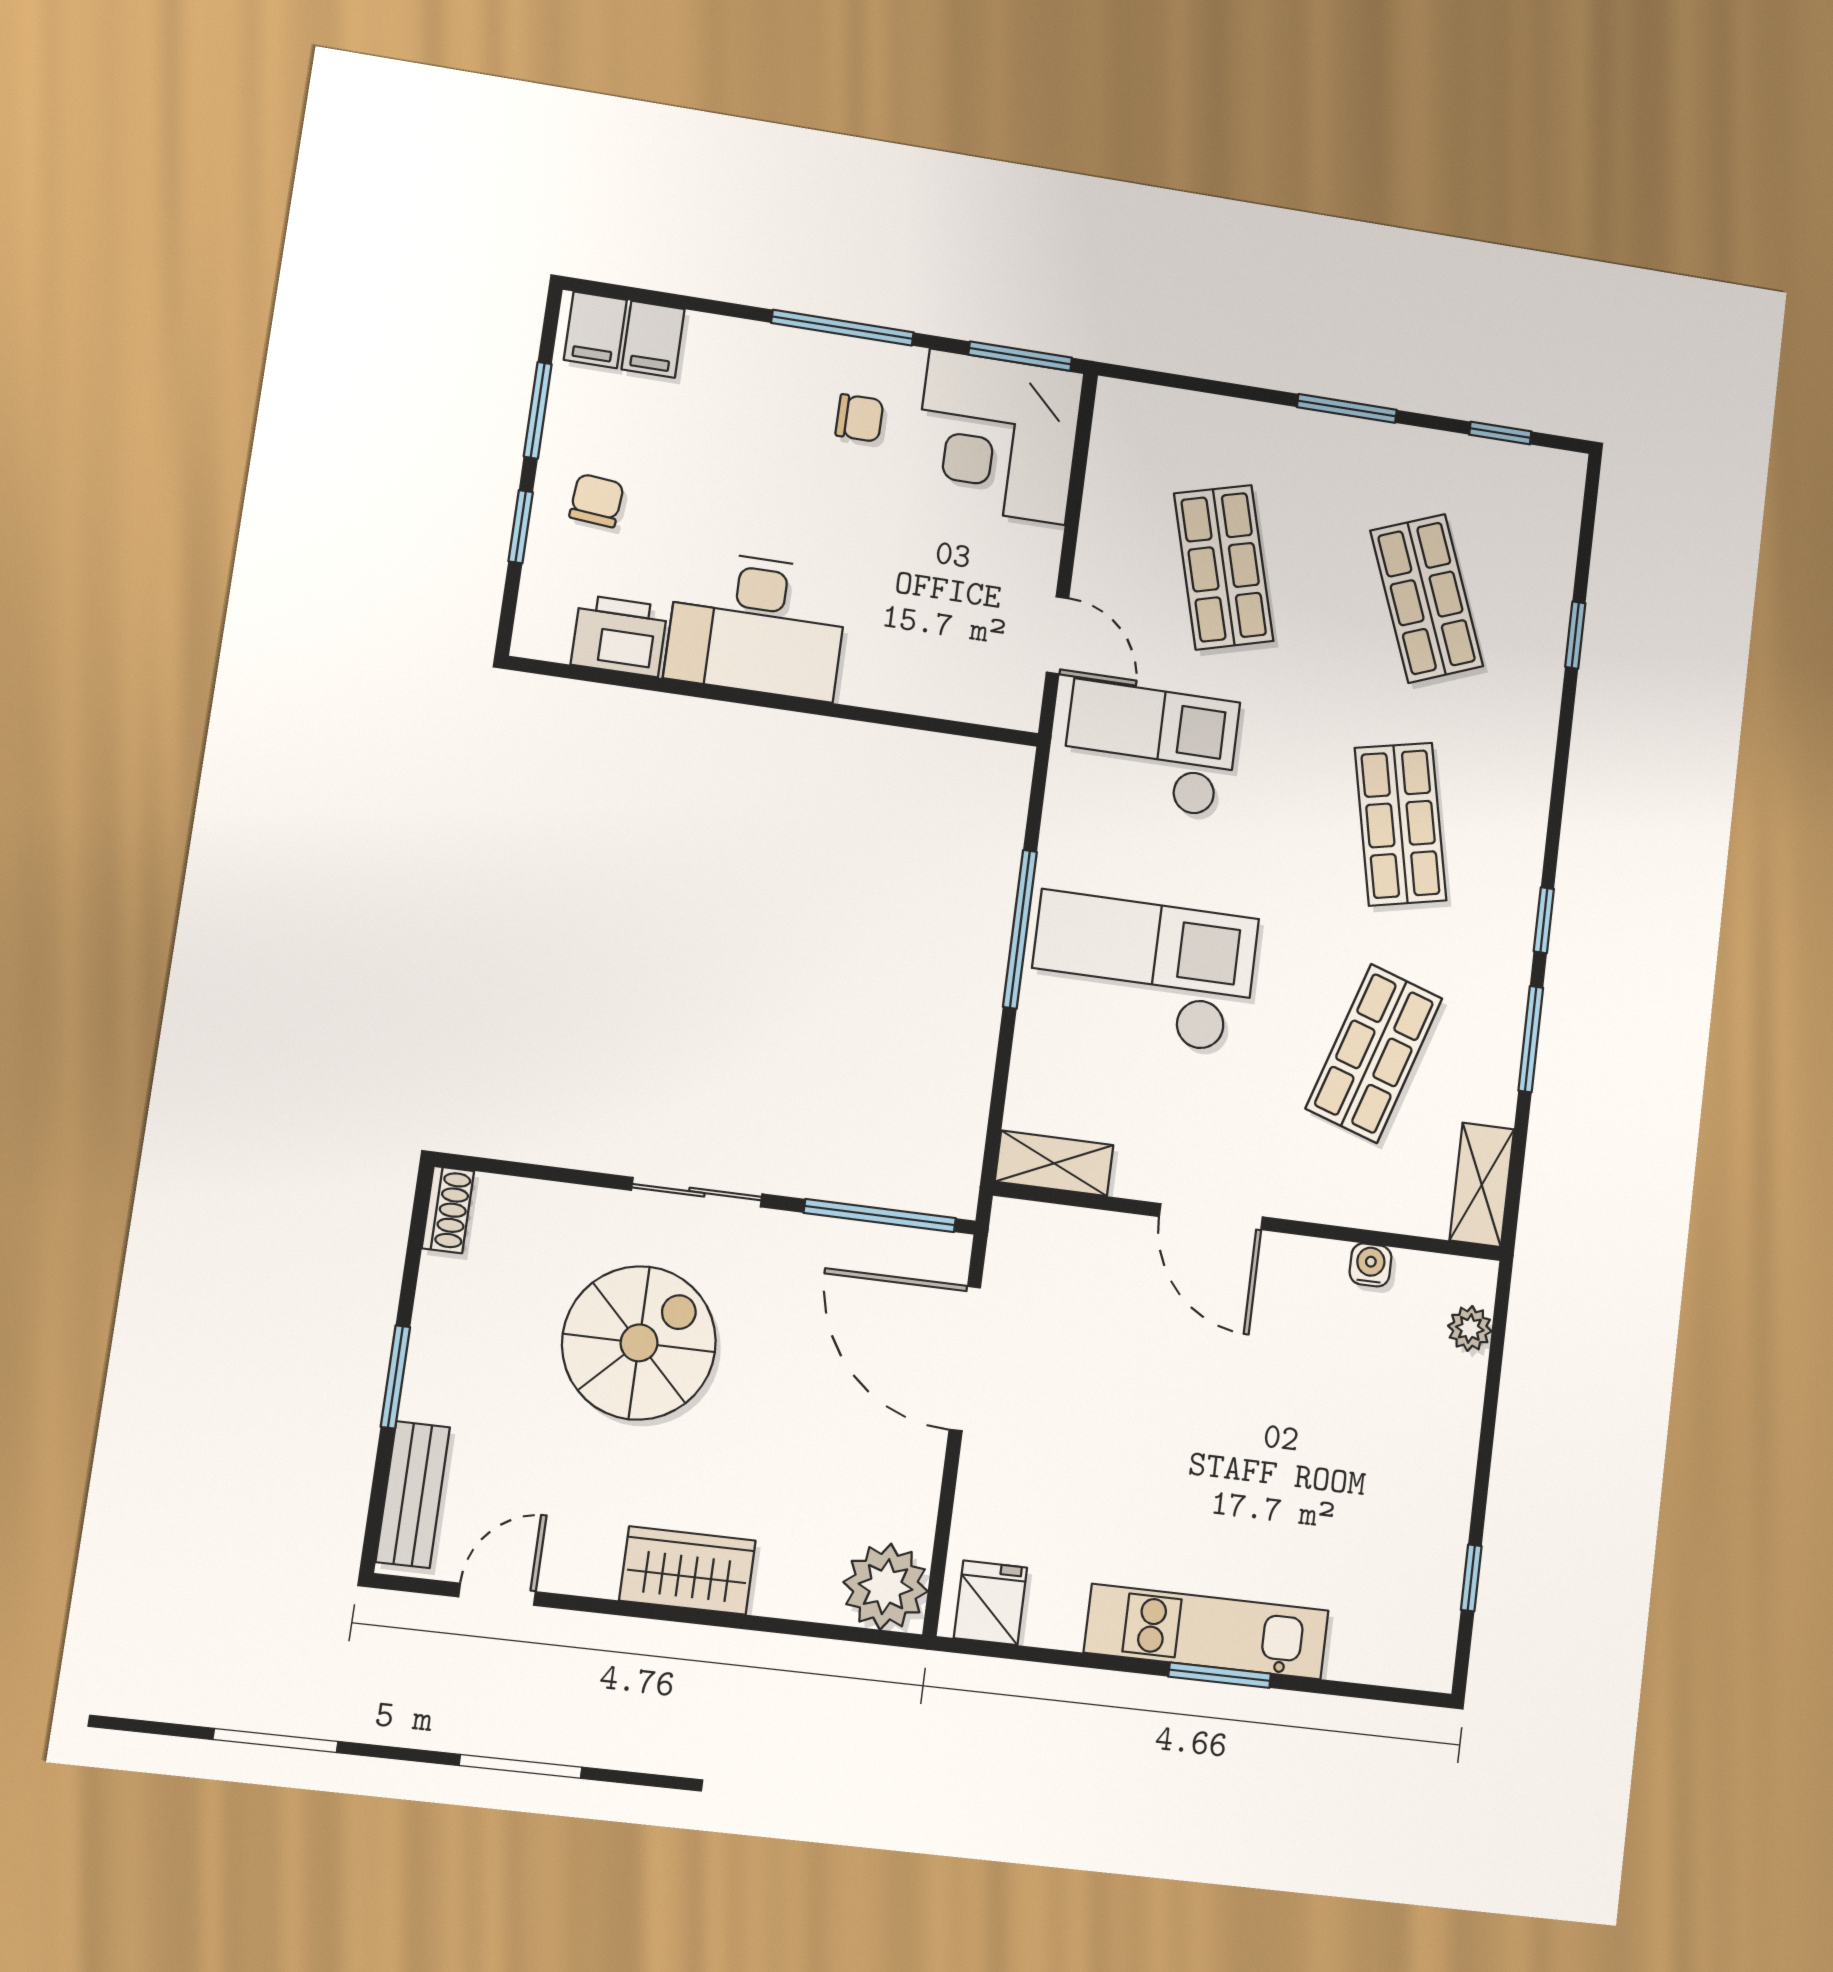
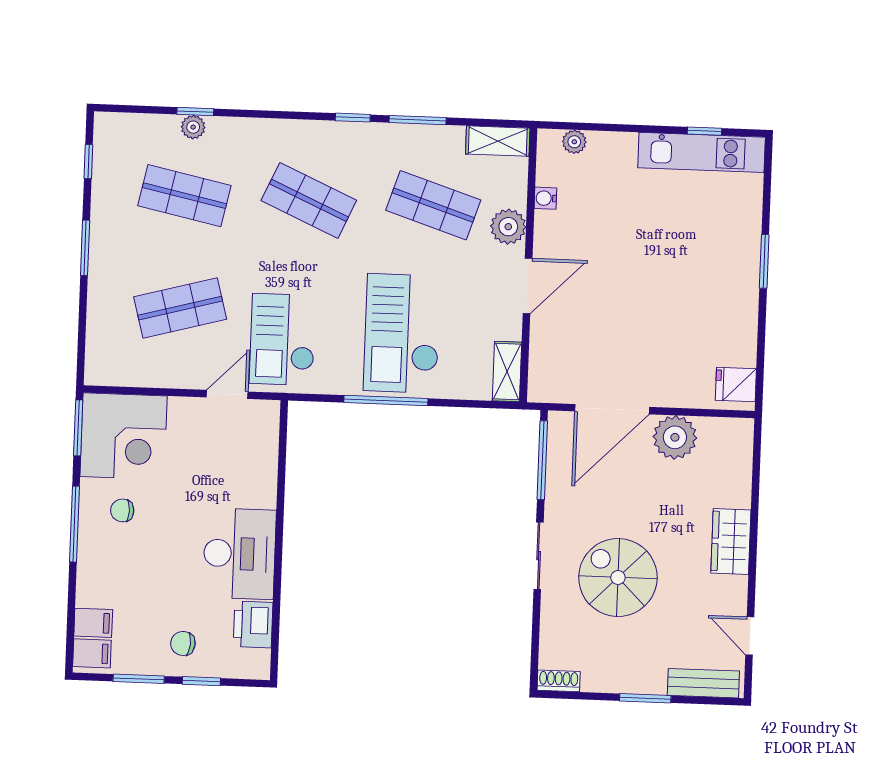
chair: (859, 418) -> (122, 510), turned -90
shop shelf: (1427, 598) -> (184, 196), turned 33
plant: (1548, 628) -> (193, 127), added
shop shelf: (1400, 824) -> (309, 200), turned 36
plant: (1323, 1190) -> (508, 227), added
plant: (886, 1587) -> (675, 437), moved
kitchen unit: (1207, 1632) -> (702, 152), moved, turned -90

